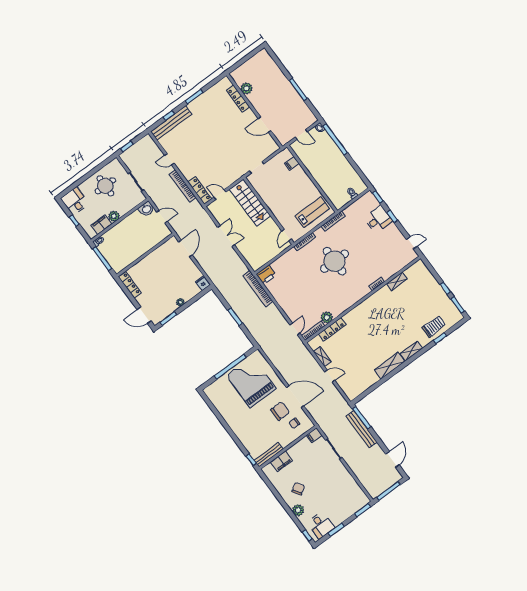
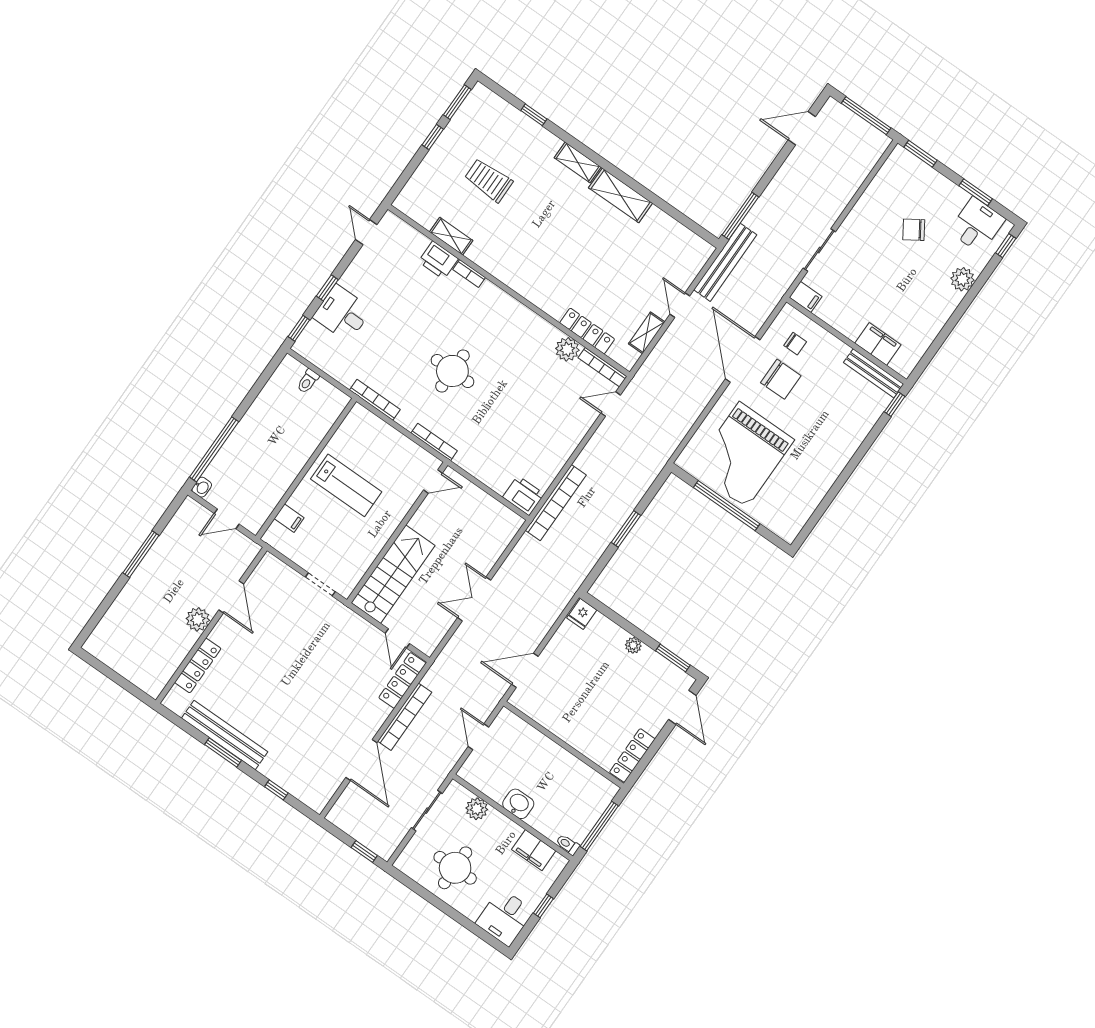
plant: (247, 88) -> (198, 619), moved
bench: (171, 123) -> (225, 735), moved
door: (301, 134) -> (227, 519), swing flipped
door: (169, 159) -> (361, 760), width x1.88
washbasin: (146, 209) -> (518, 804), moved
lab bench: (312, 212) -> (346, 485), moved, turned 180
plant: (114, 216) -> (477, 809), moved
round table: (335, 261) -> (452, 371), width x0.73, depth x0.73
printer: (388, 272) -> (438, 260), added
trolley: (434, 327) -> (489, 180), moved
chair: (280, 411) -> (781, 379), turned 180
bench: (361, 429) -> (725, 262), moved
chair: (298, 489) -> (914, 230), moved

